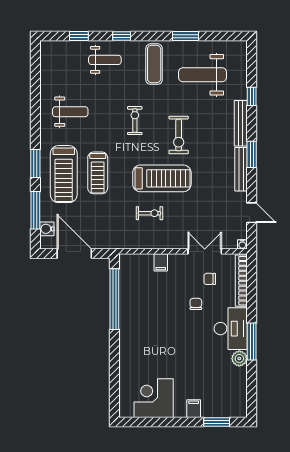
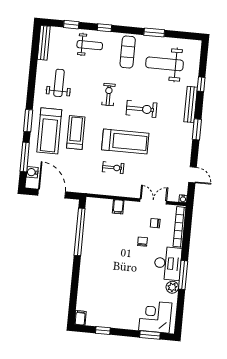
weight bench: (70, 112) -> (59, 83), turned -90
exercise bike: (179, 135) -> (142, 109), turned -90
bench: (241, 169) -> (44, 43), moved
treadmill: (98, 173) -> (76, 132), turned 180
corner desk: (154, 398) -> (155, 317), moved
filing cabinet: (194, 409) -> (80, 318), moved
window: (156, 422) -> (103, 331), added

